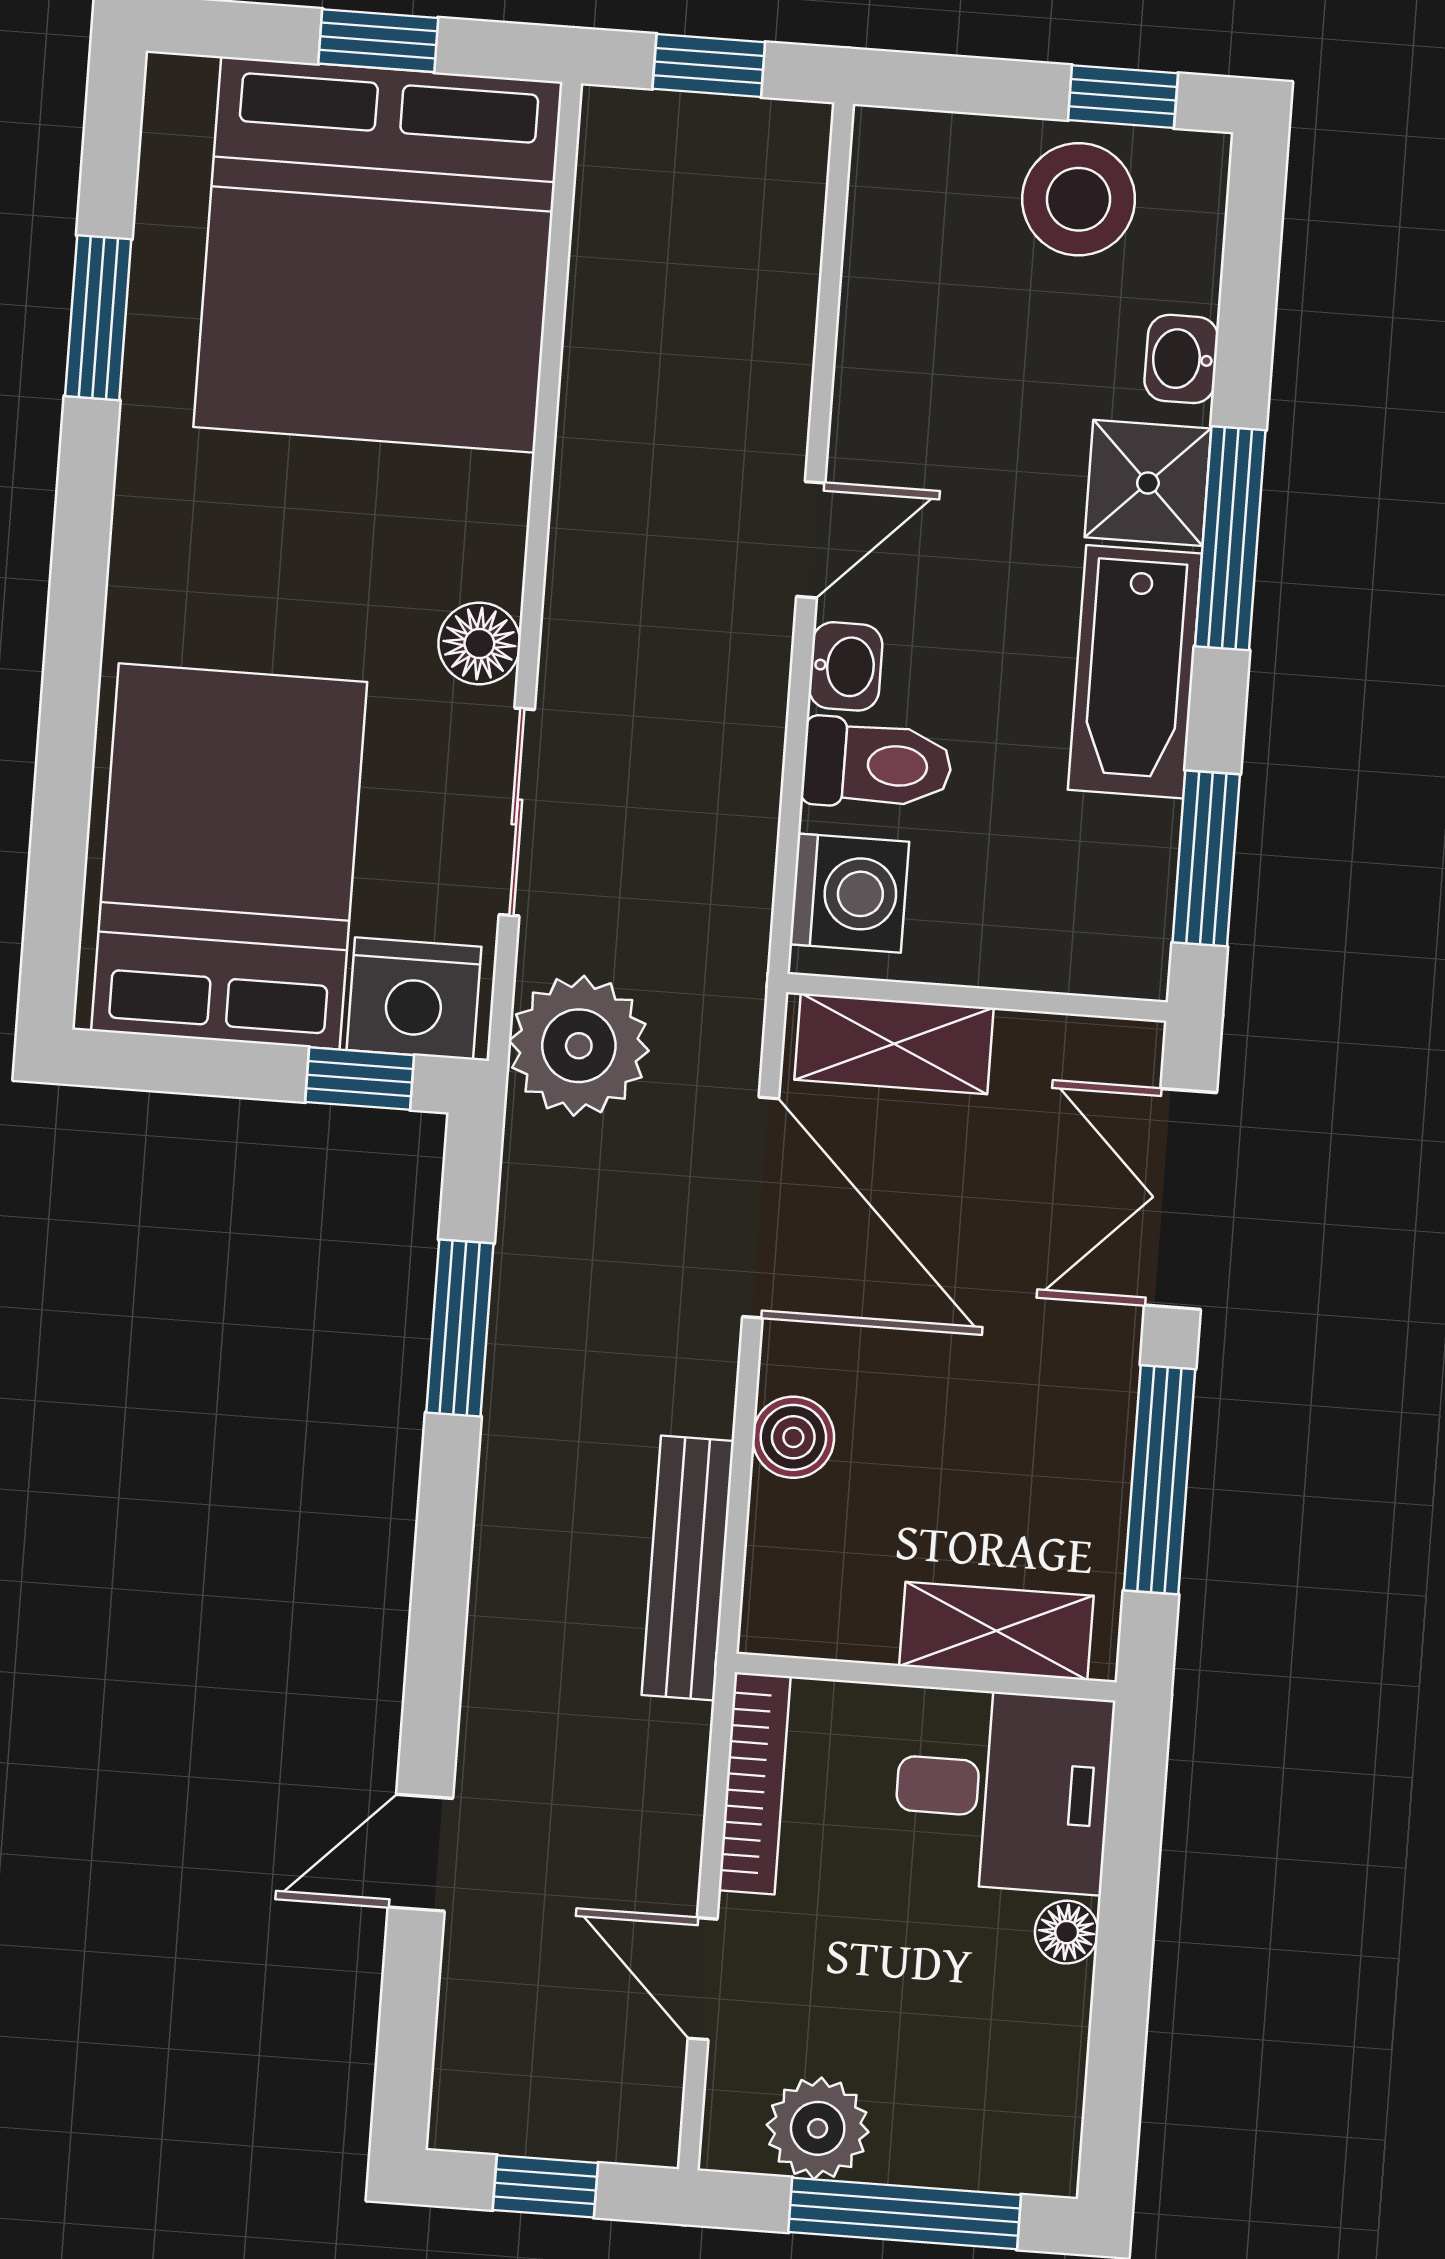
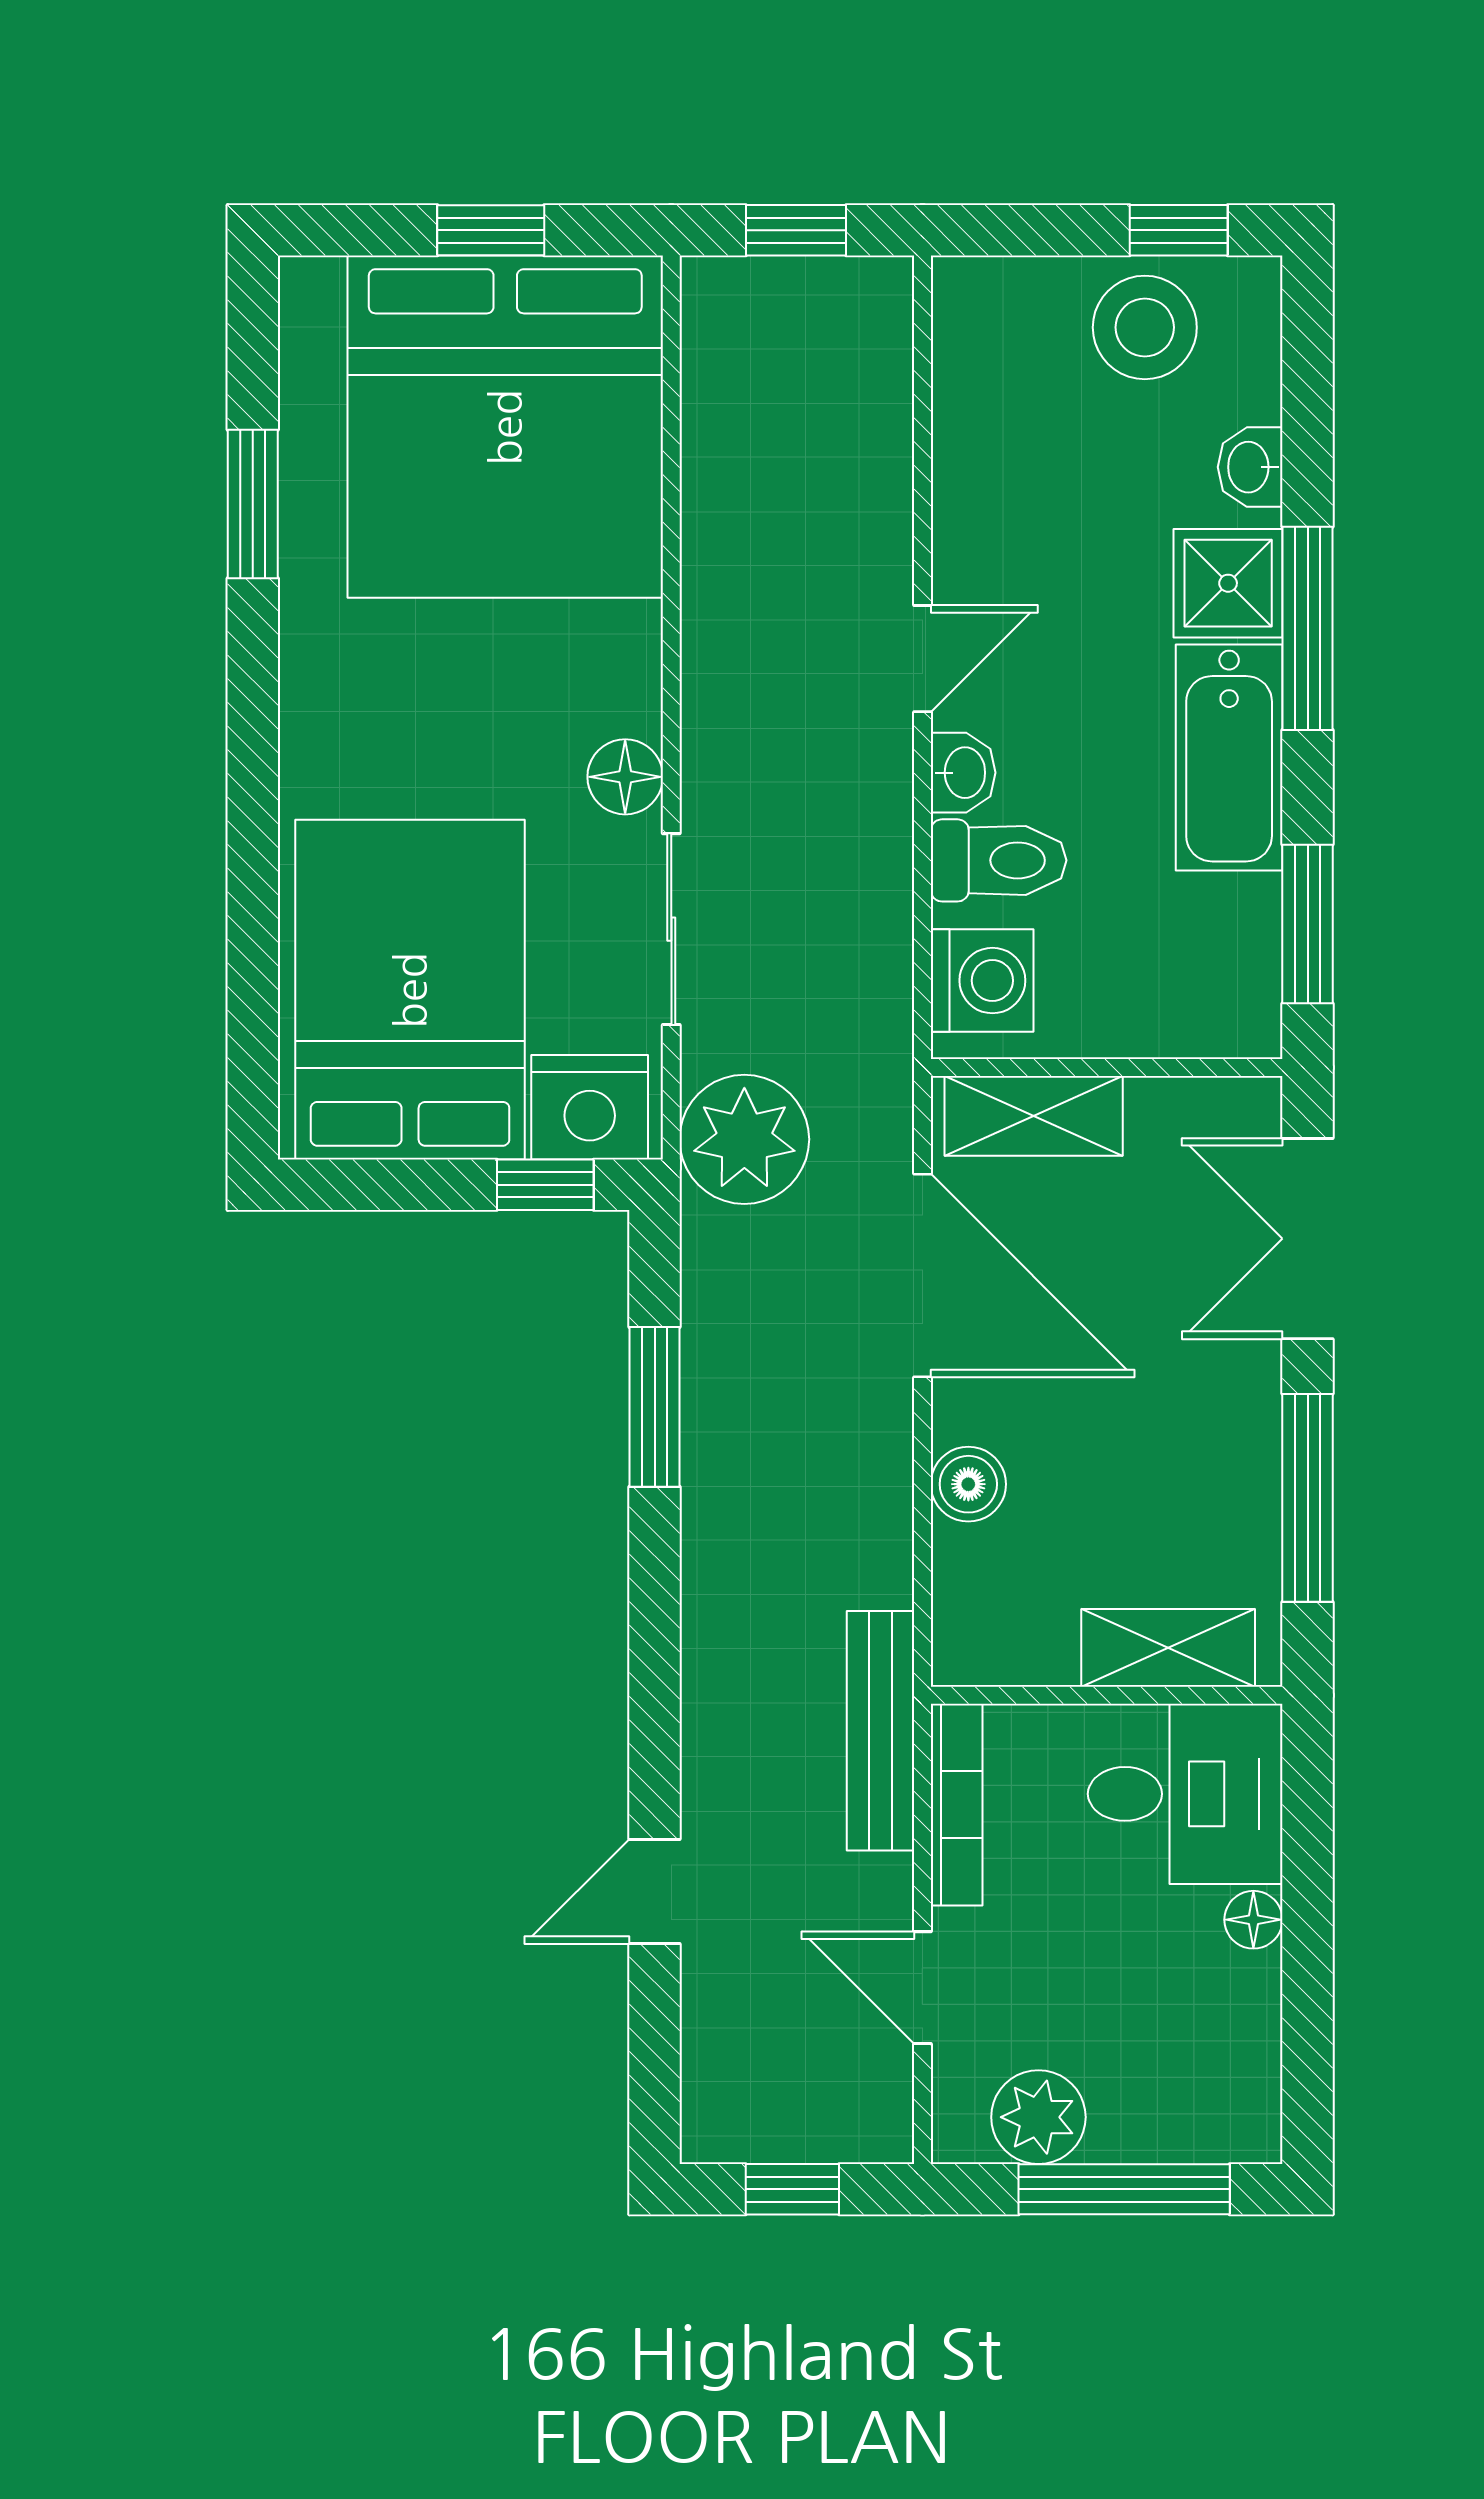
bench: (688, 1568) -> (880, 1731), moved

